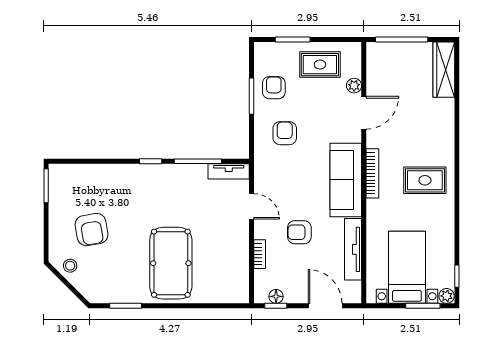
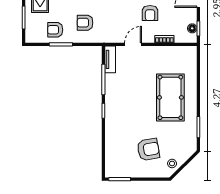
pool table: (171, 263) -> (170, 97), turned 90

